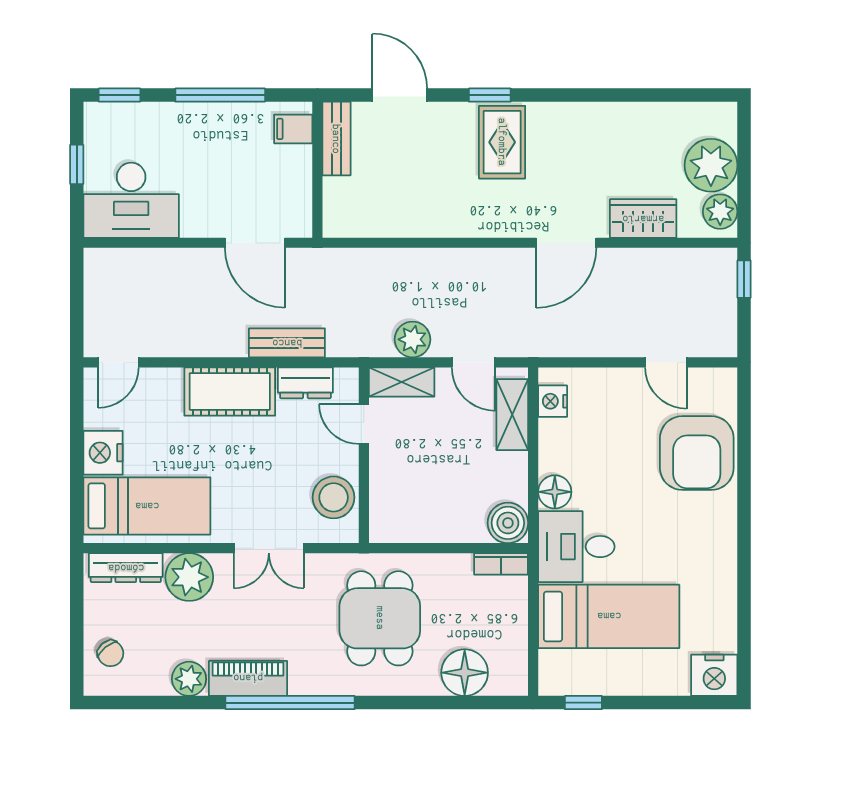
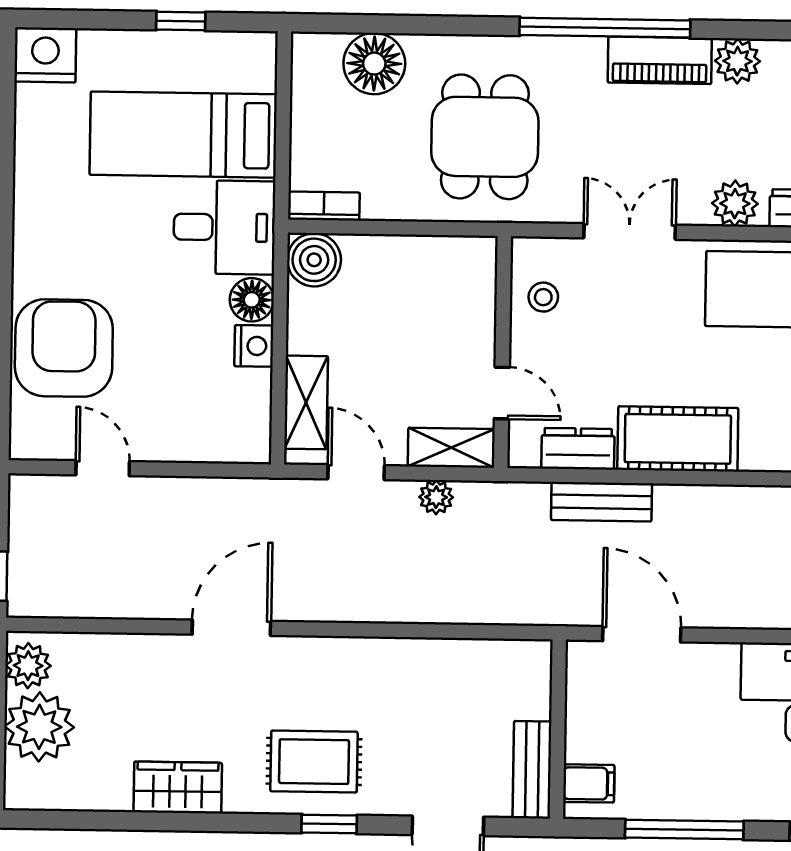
rug: (502, 142) -> (314, 762), turned 90
wardrobe: (643, 219) -> (178, 787), moved, turned 180
plant: (413, 339) -> (436, 497), width x0.73, depth x0.73
nightstand: (553, 401) -> (254, 346), moved
stool: (334, 497) -> (543, 297), width x0.53, depth x0.53
plant: (189, 577) -> (735, 204), width x0.73, depth x0.73
window: (583, 703) -> (181, 21), moved

